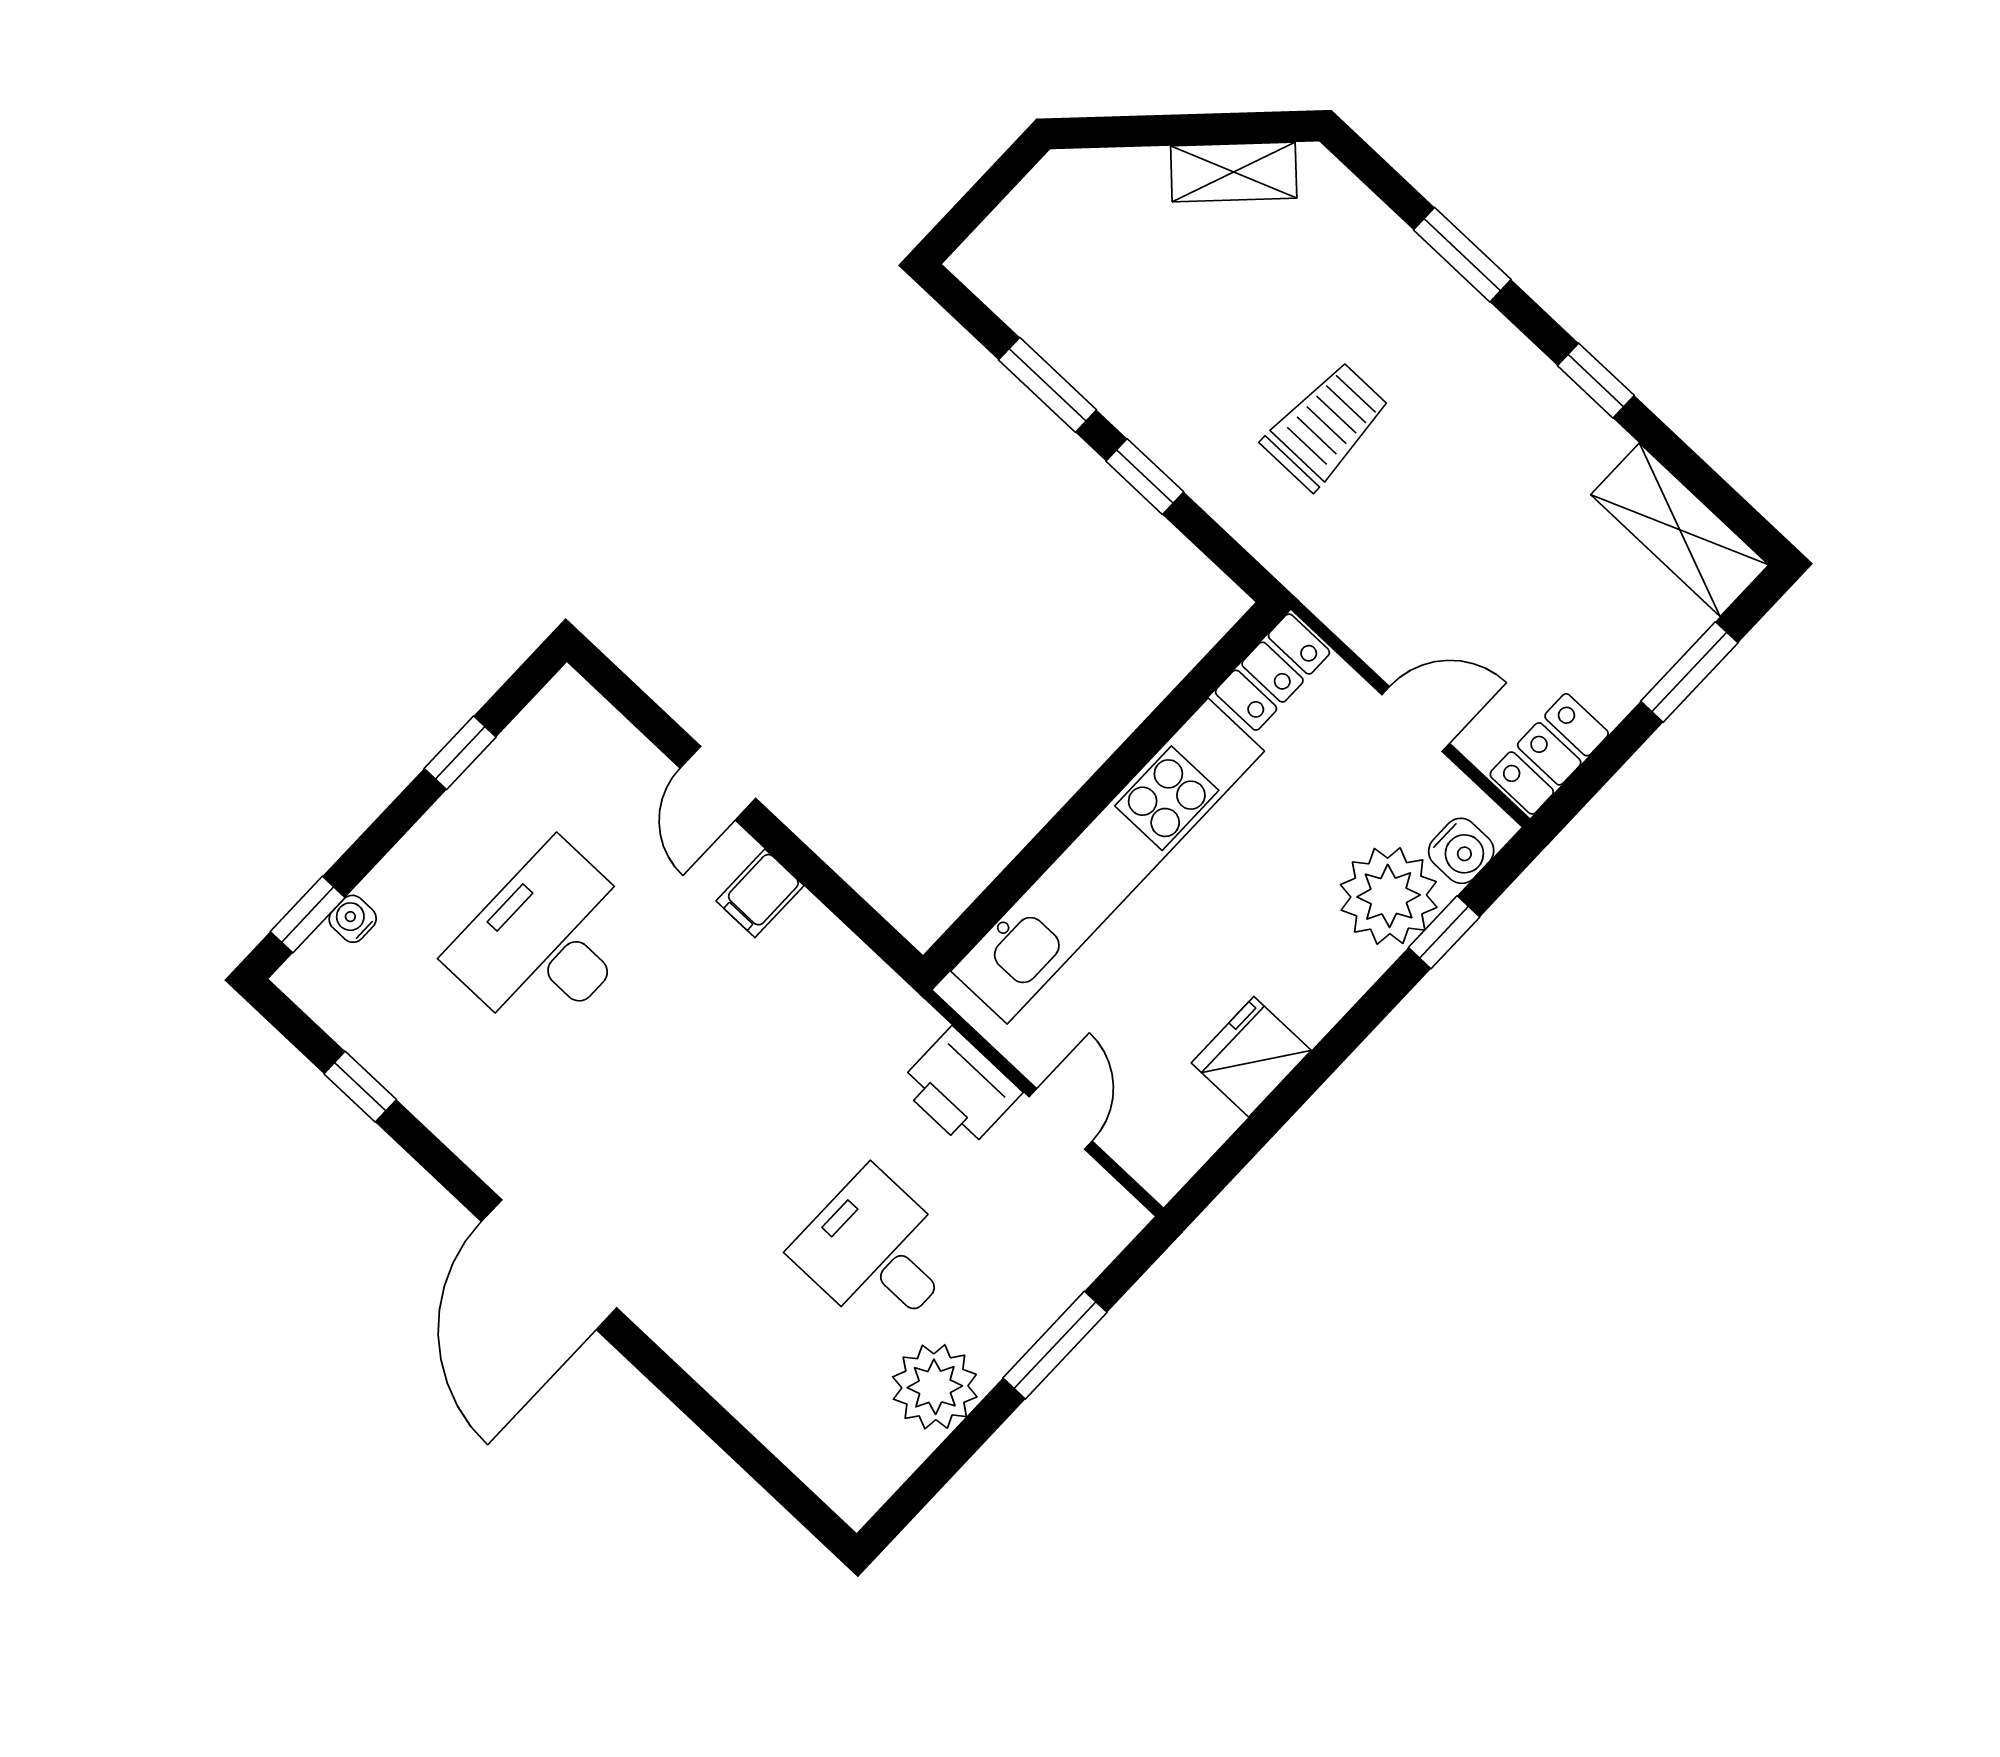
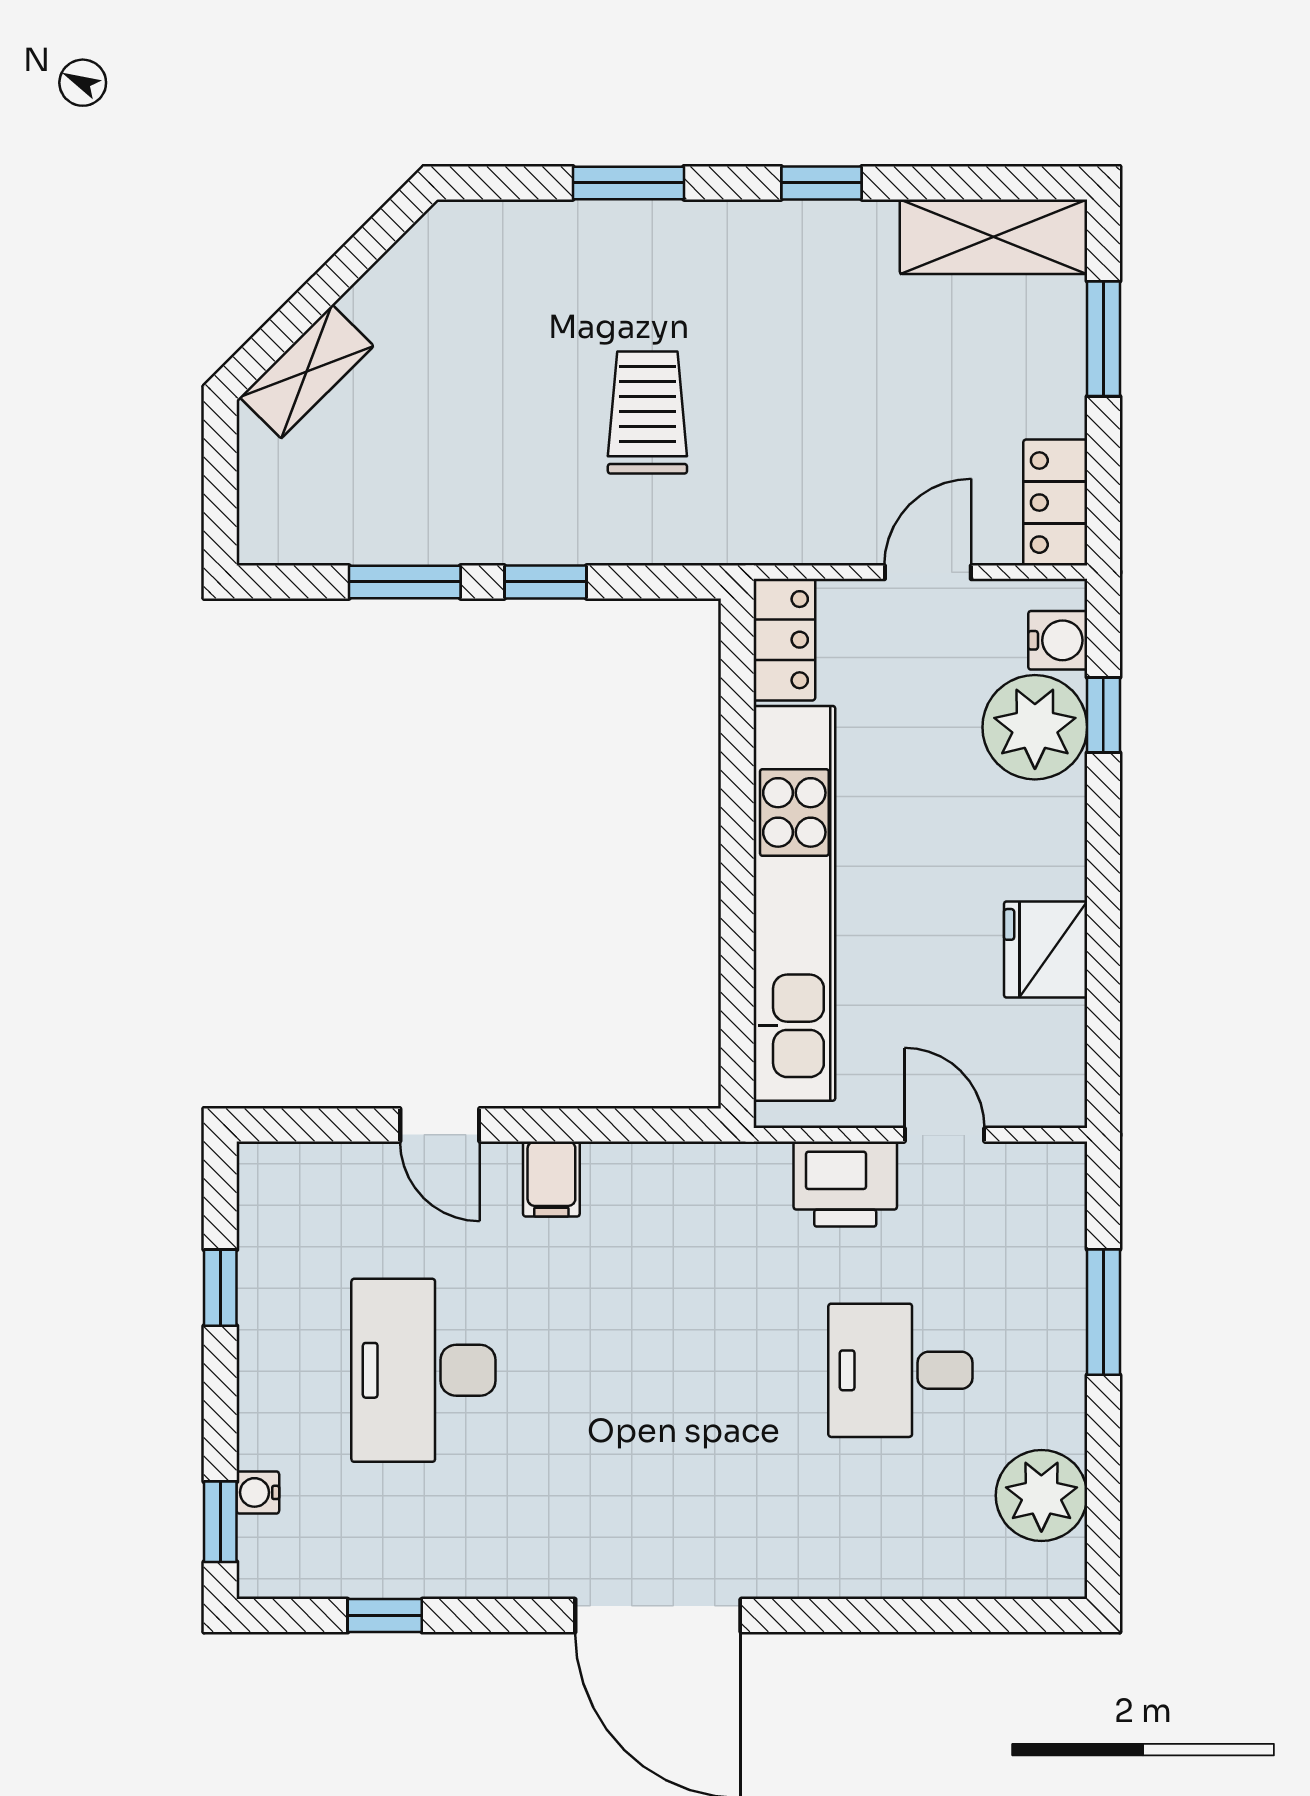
shelving: (1234, 172) -> (307, 372), moved
plant: (935, 1387) -> (1041, 1495), moved

